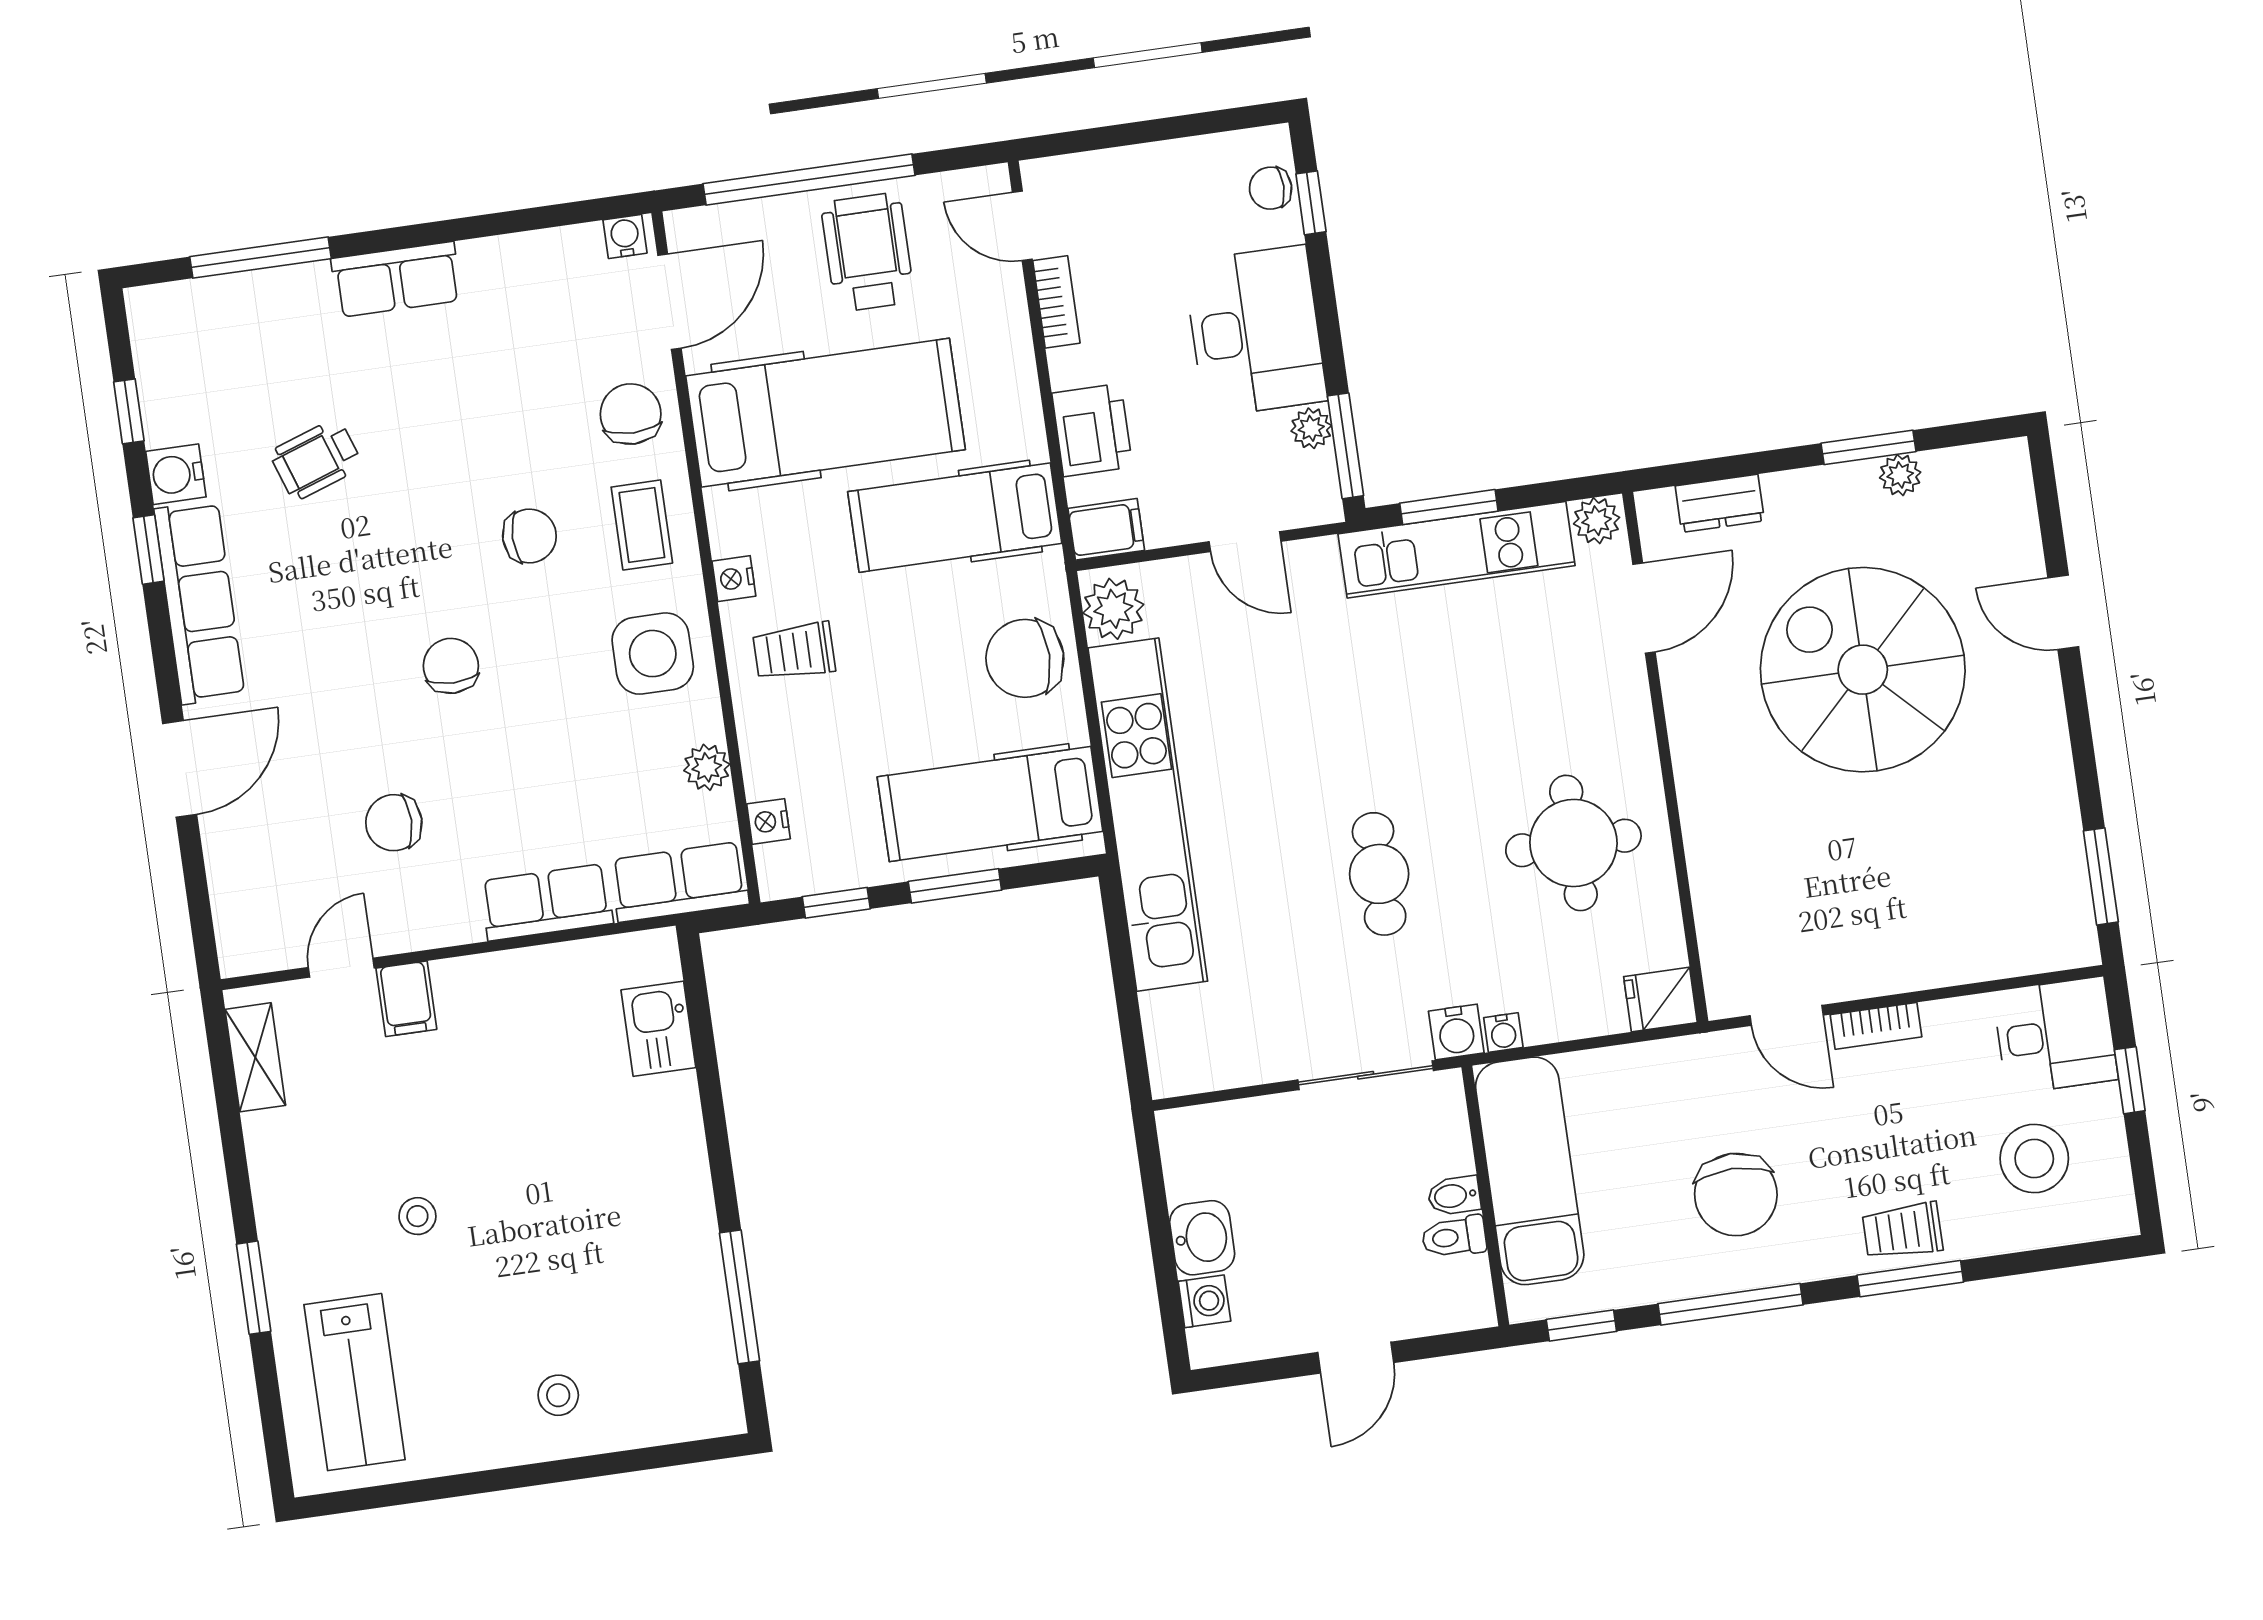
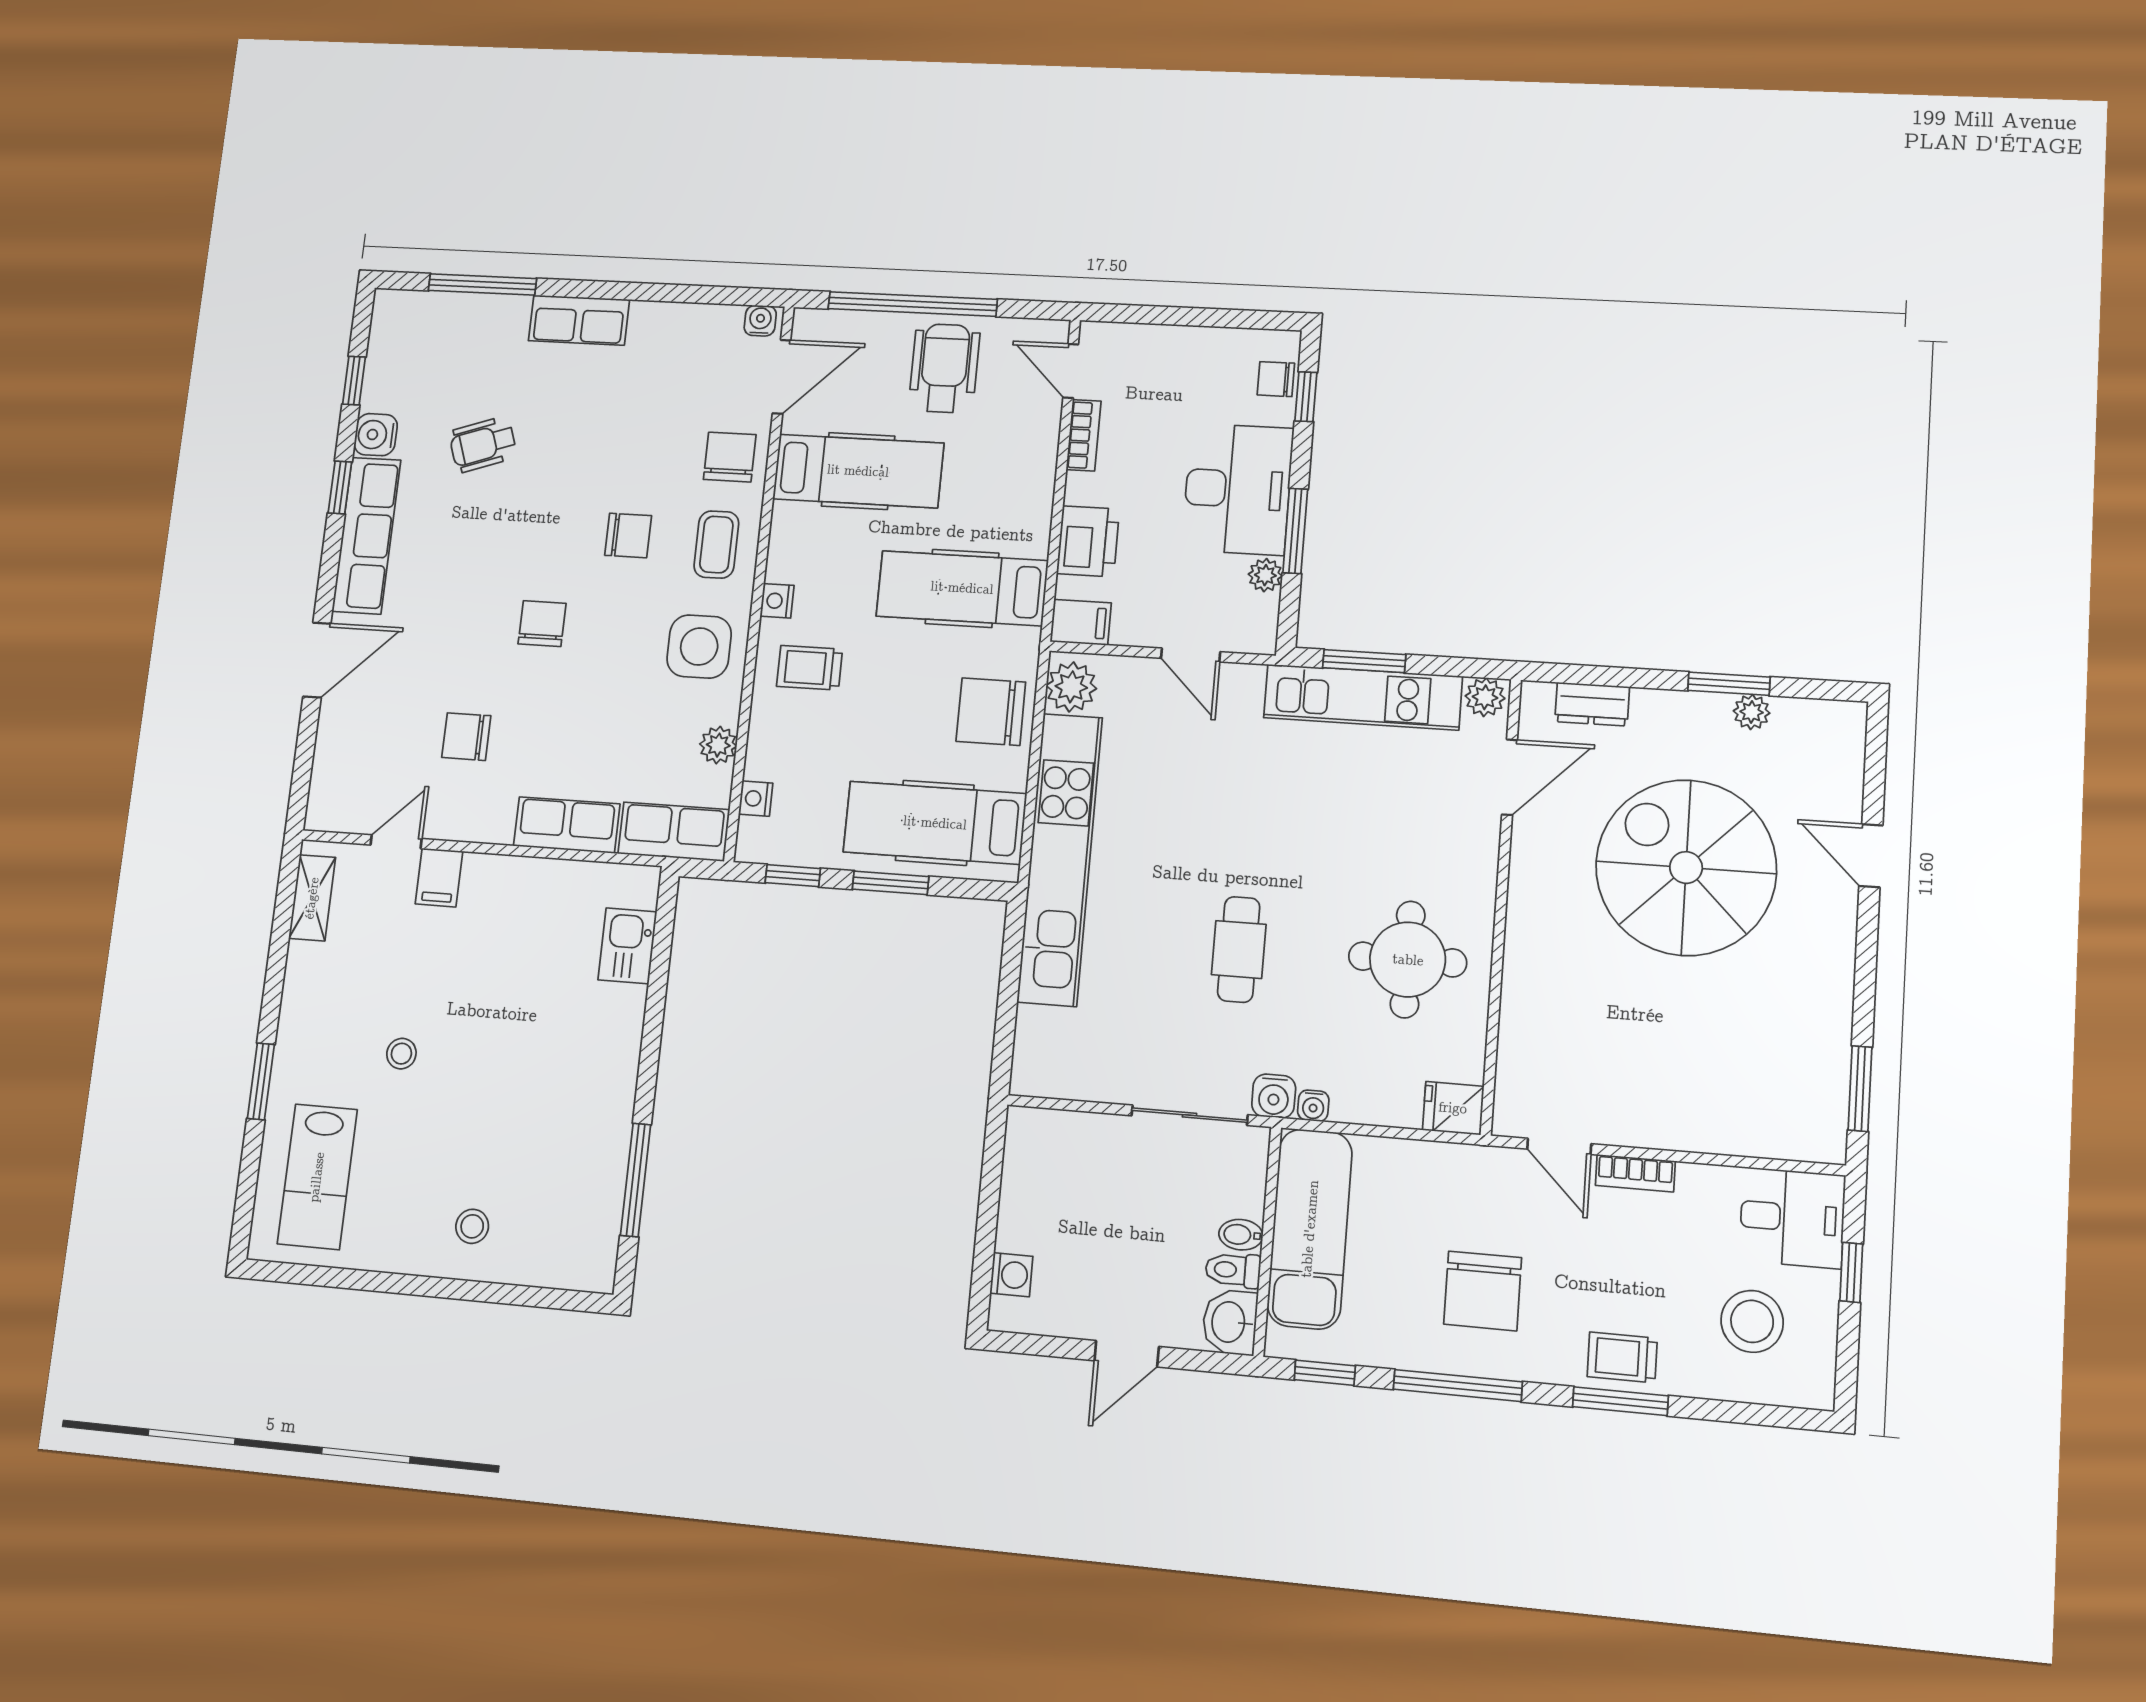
hospital bed: (825, 413) -> (858, 471), width x0.73, depth x0.78
window: (1345, 446) -> (1295, 531), moved
washbasin: (1202, 1238) -> (1230, 1322), moved, turned 180

